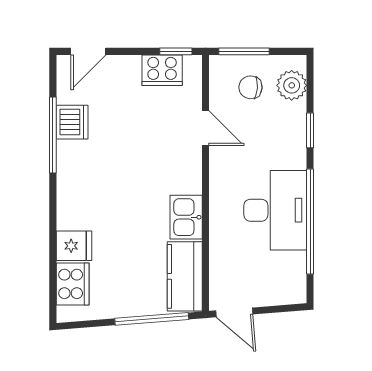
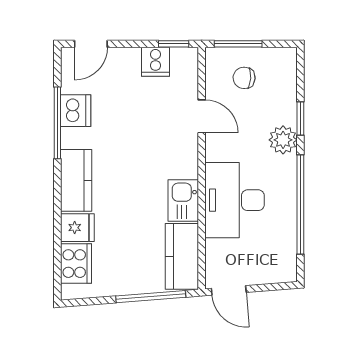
cooker: (162, 70) -> (155, 62), width x0.73
plant: (292, 85) -> (283, 140), moved
kitchen counter: (73, 196) -> (76, 180), added
desk: (275, 210) -> (234, 200), moved, turned 180

